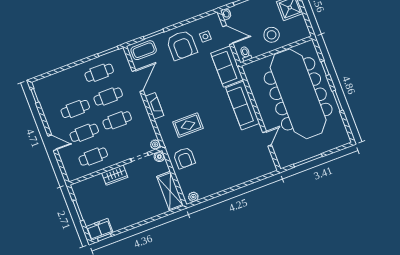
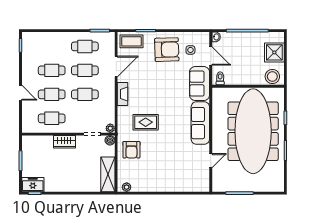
stool: (272, 35) -> (272, 76), moved
armchair: (182, 45) -> (167, 50), turned -92

